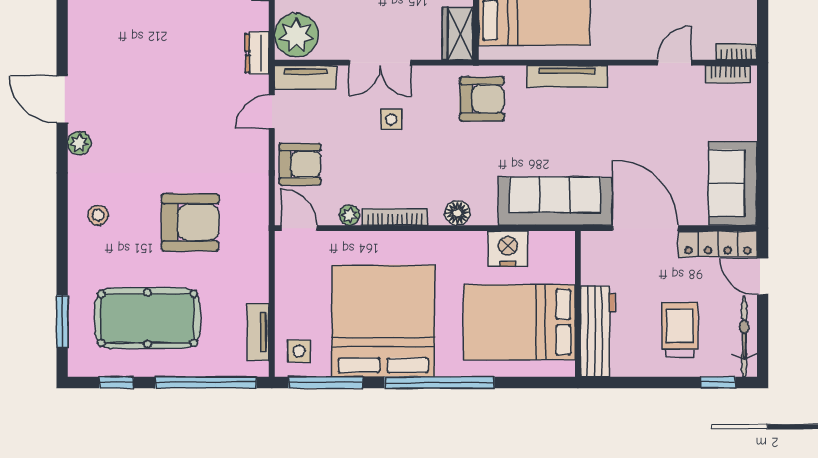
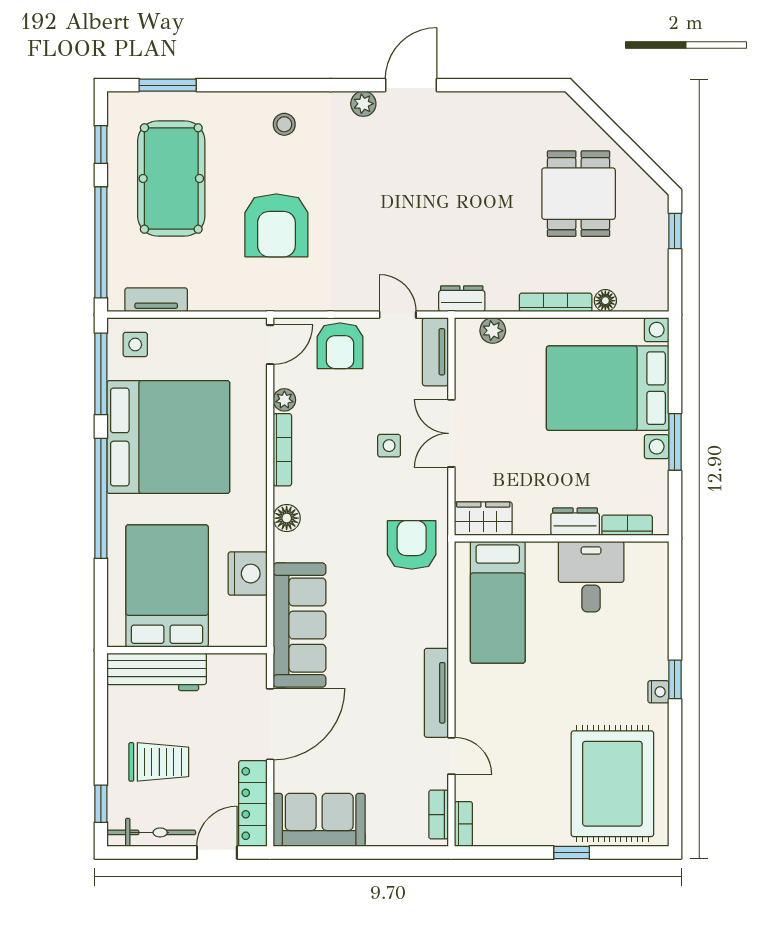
plant: (296, 35) -> (493, 331), width x0.53, depth x0.53
tv unit: (567, 76) -> (436, 693), moved
armchair: (482, 99) -> (412, 545), turned 180

